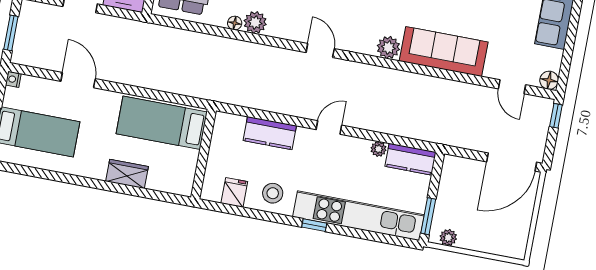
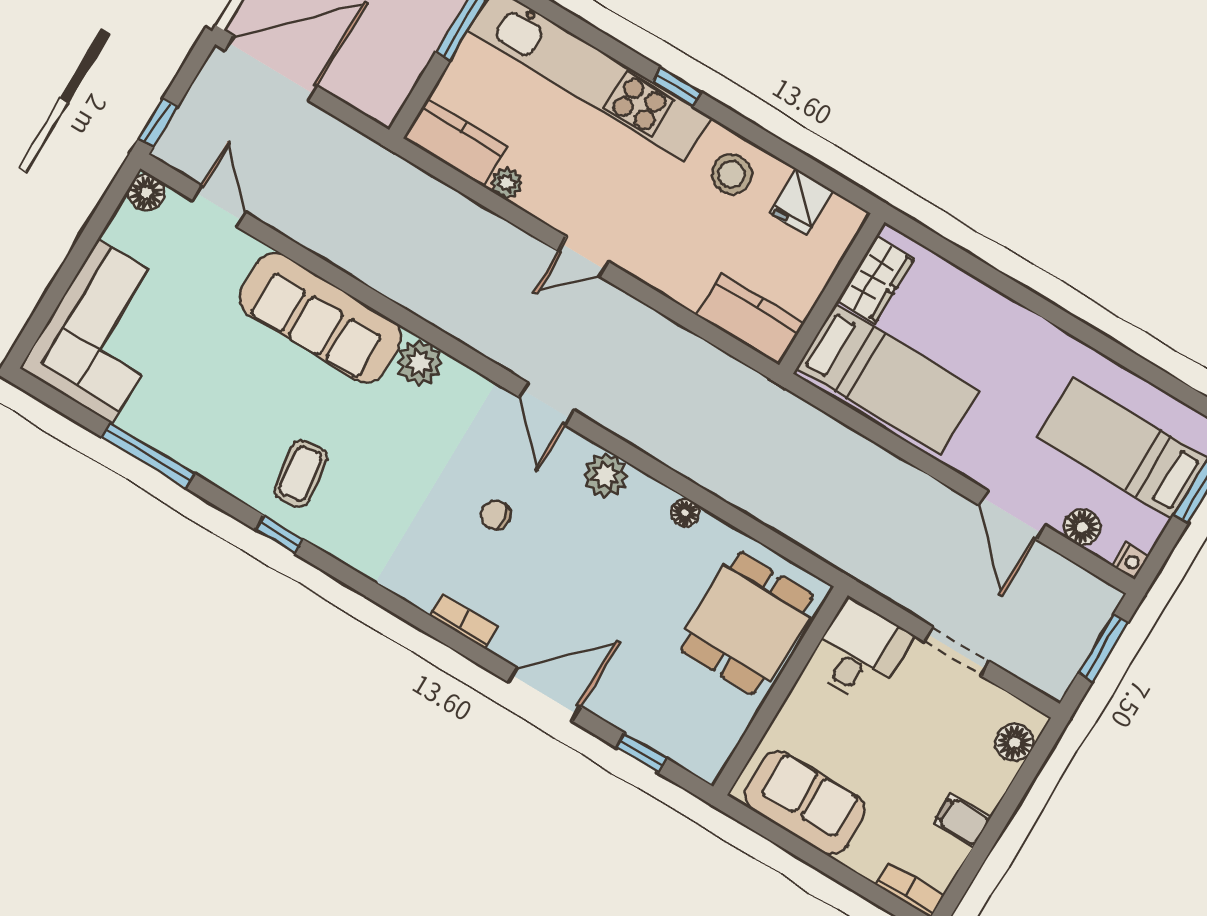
plant: (255, 22) -> (606, 475), moved
floor lamp: (42, 87) -> (1082, 527), added
kitchen counter: (270, 133) -> (750, 319), moved
wardrobe: (127, 174) -> (876, 279), moved, turned -90

